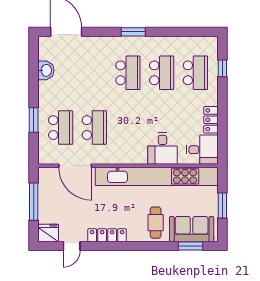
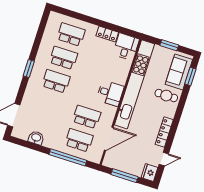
window: (222, 68) -> (74, 15), removed
window: (34, 120) -> (68, 157), width x2.11
desk: (162, 148) -> (110, 93), moved
door: (72, 246) -> (164, 159), hinge flipped

